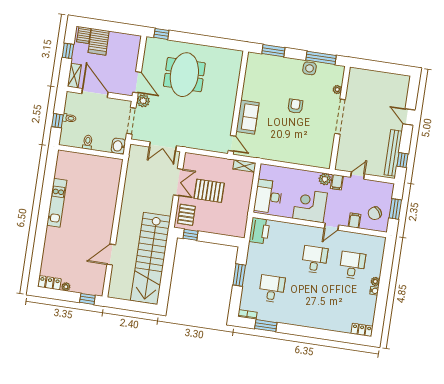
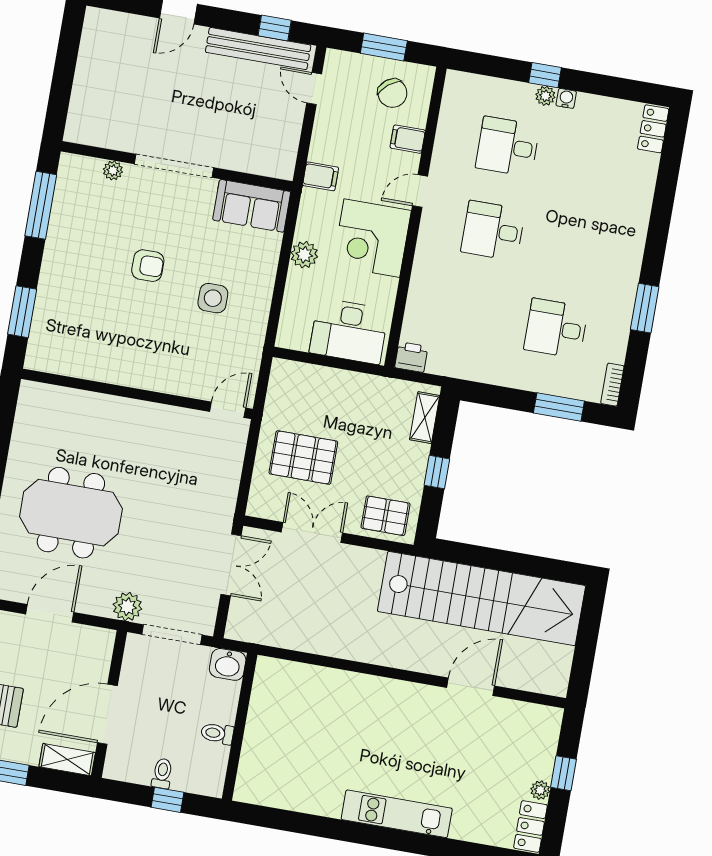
side table: (310, 68) -> (213, 298), moved
door: (137, 82) -> (50, 613), moved
armchair: (295, 106) -> (148, 266), turned 180
sofa: (248, 117) -> (252, 206), moved, turned 180
shelving: (244, 166) -> (425, 418), moved
door: (358, 176) -> (314, 88), moved
plant: (325, 179) -> (304, 255), moved
pallet: (209, 191) -> (303, 458), moved, turned 90
kitchen unit: (57, 203) -> (397, 814), moved
door: (331, 227) -> (420, 191), swing flipped
printer: (259, 231) -> (411, 357), width x0.53, depth x0.68
window: (190, 235) -> (437, 472), moved
door: (111, 255) -> (471, 687), swing flipped
window: (239, 275) -> (559, 407), moved
window: (384, 281) -> (545, 75), added
window: (87, 299) -> (564, 773), moved
window: (266, 326) -> (645, 308), moved

